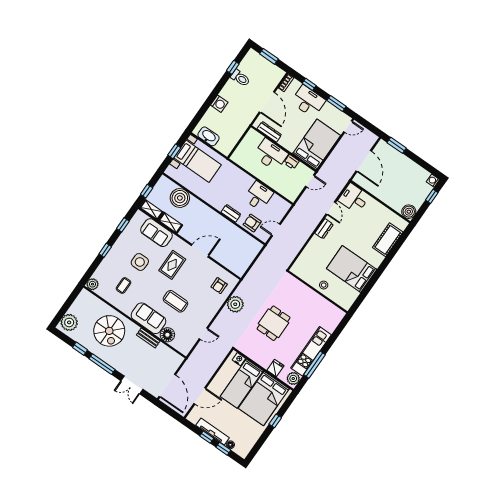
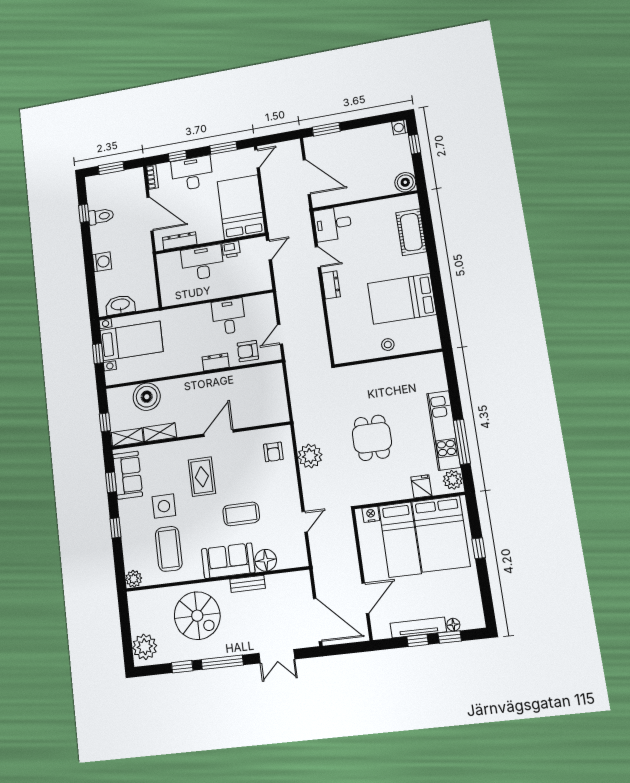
sofa: (156, 233) -> (128, 475), moved, turned -90
coffee table: (123, 286) -> (169, 549), width x1.86, depth x1.72

